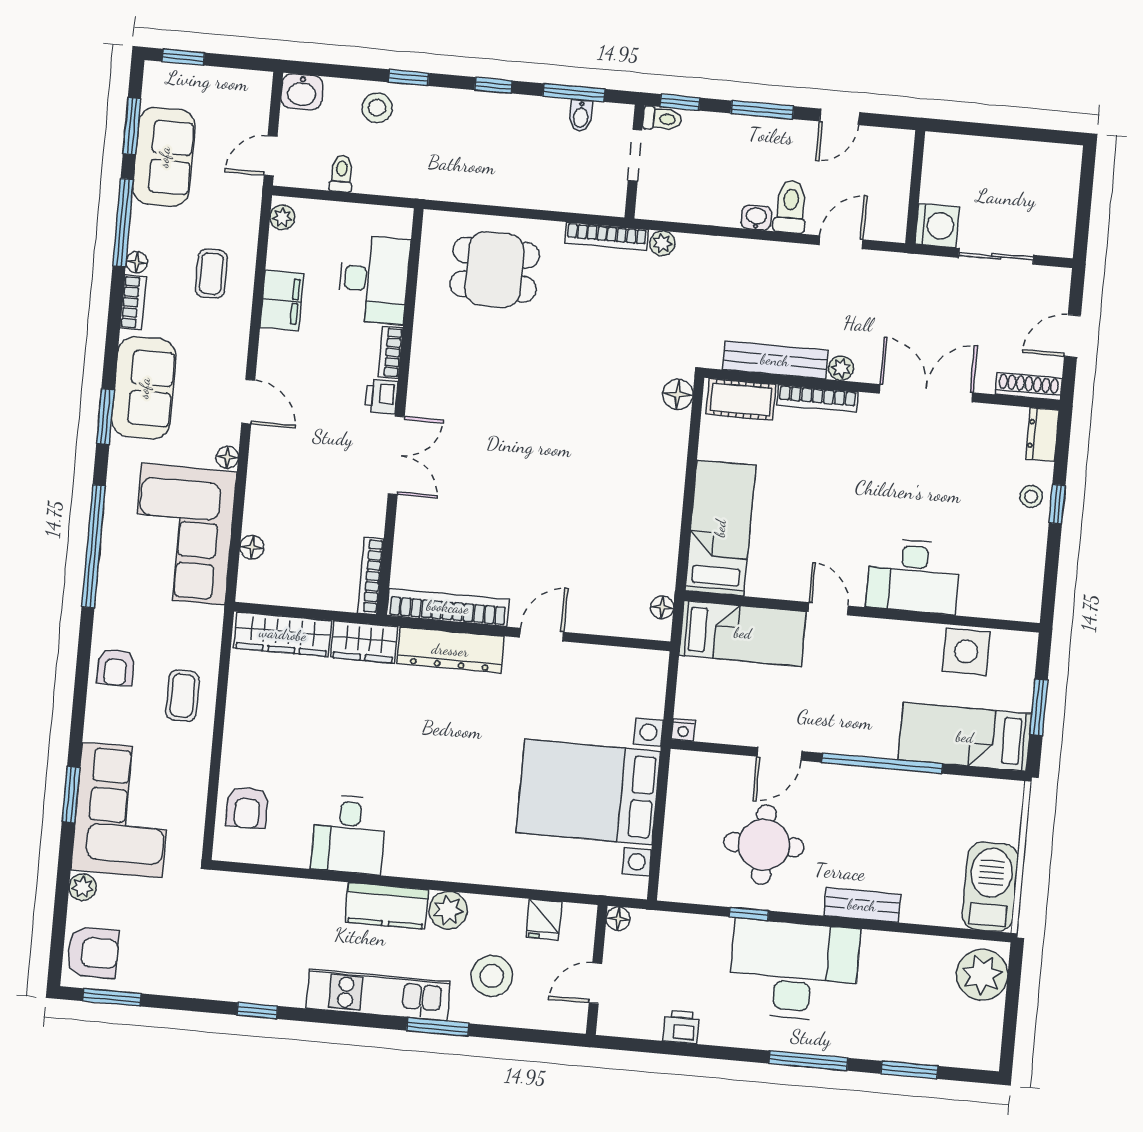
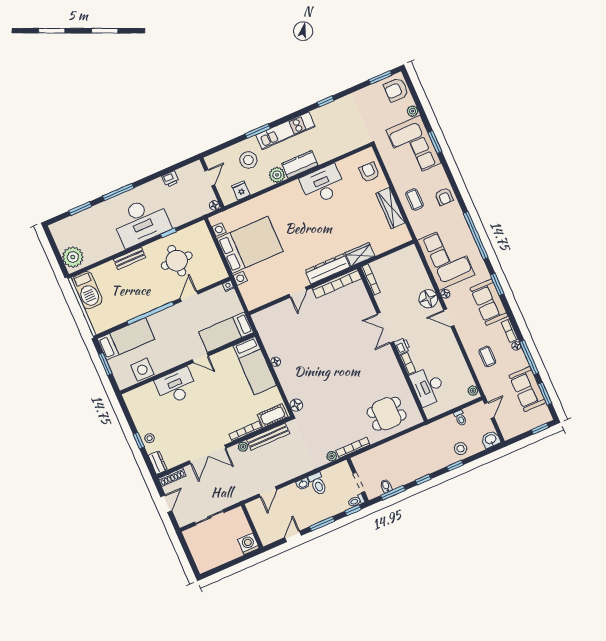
toilet: (791, 207) -> (318, 484), moved
washing machine: (937, 226) -> (248, 544), moved, turned 90
filing cabinet: (282, 300) -> (457, 361), removed
floor lamp: (252, 547) -> (428, 299), moved, width x1.89, depth x1.89
floor lamp: (662, 607) -> (276, 362), moved
wardrobe: (283, 634) -> (390, 208), moved, turned -90
armchair: (116, 667) -> (444, 197), turned 180
desk: (349, 834) -> (323, 185), width x1.37

